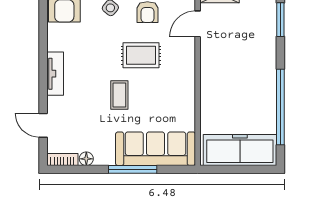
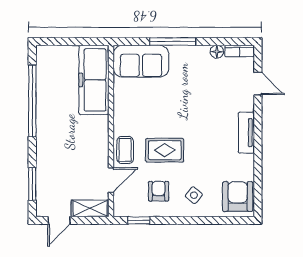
coffee table: (119, 95) -> (125, 150), moved
sofa: (156, 149) -> (141, 61), width x0.73
freezer: (240, 150) -> (94, 80), moved, turned 90

